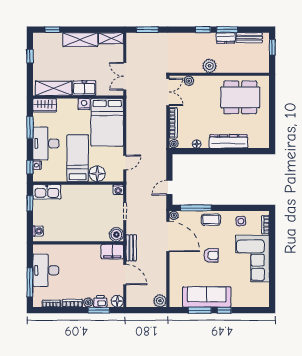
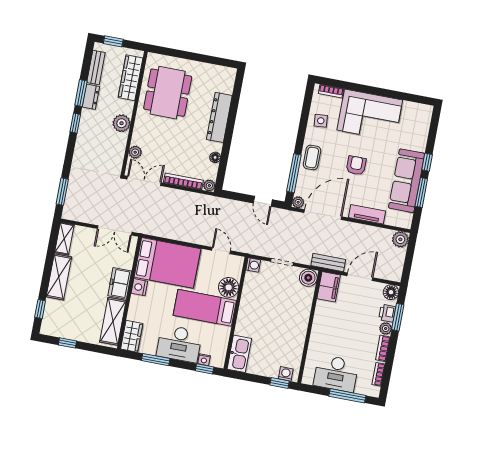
wardrobe: (246, 66) -> (130, 78), added
window: (30, 203) -> (280, 383), moved
tv unit: (175, 271) -> (367, 214), added

